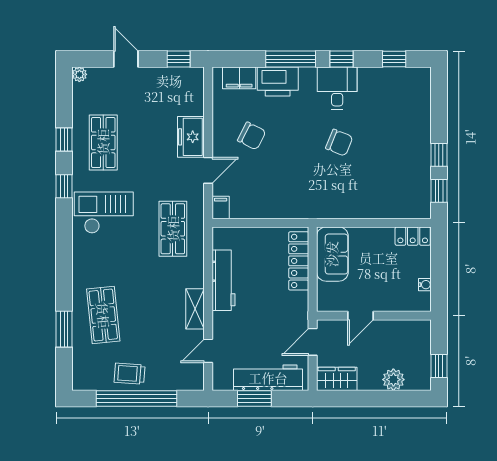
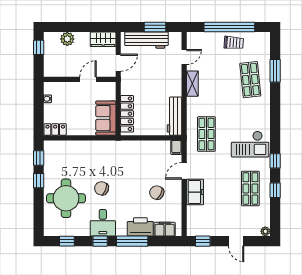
round table: (396, 127) -> (66, 198), added
workbench: (223, 280) -> (175, 116), moved

